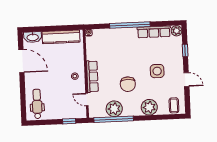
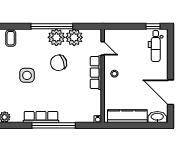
row of seats: (154, 32) -> (41, 117), moved
chair: (128, 84) -> (59, 63), turned -110
plant: (149, 107) -> (56, 37), moved
window: (114, 119) -> (52, 26), moved
window: (69, 121) -> (153, 26), moved

